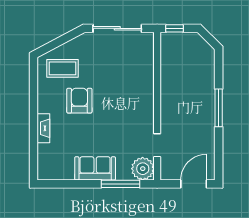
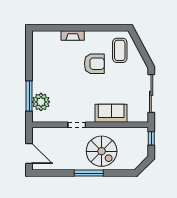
spiral stairs: (191, 91) -> (102, 151), added
doorway: (157, 145) -> (77, 125), moved
sofa: (95, 168) -> (111, 113), moved, turned -90
plant: (143, 169) -> (41, 102), moved

